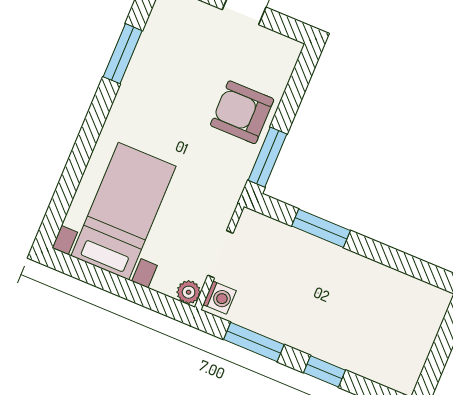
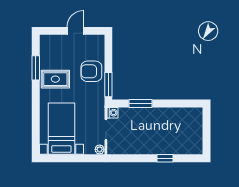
rug: (155, 96) -> (55, 79), added
washing machine: (220, 298) -> (112, 113), moved
window: (254, 342) -> (133, 158), removed

